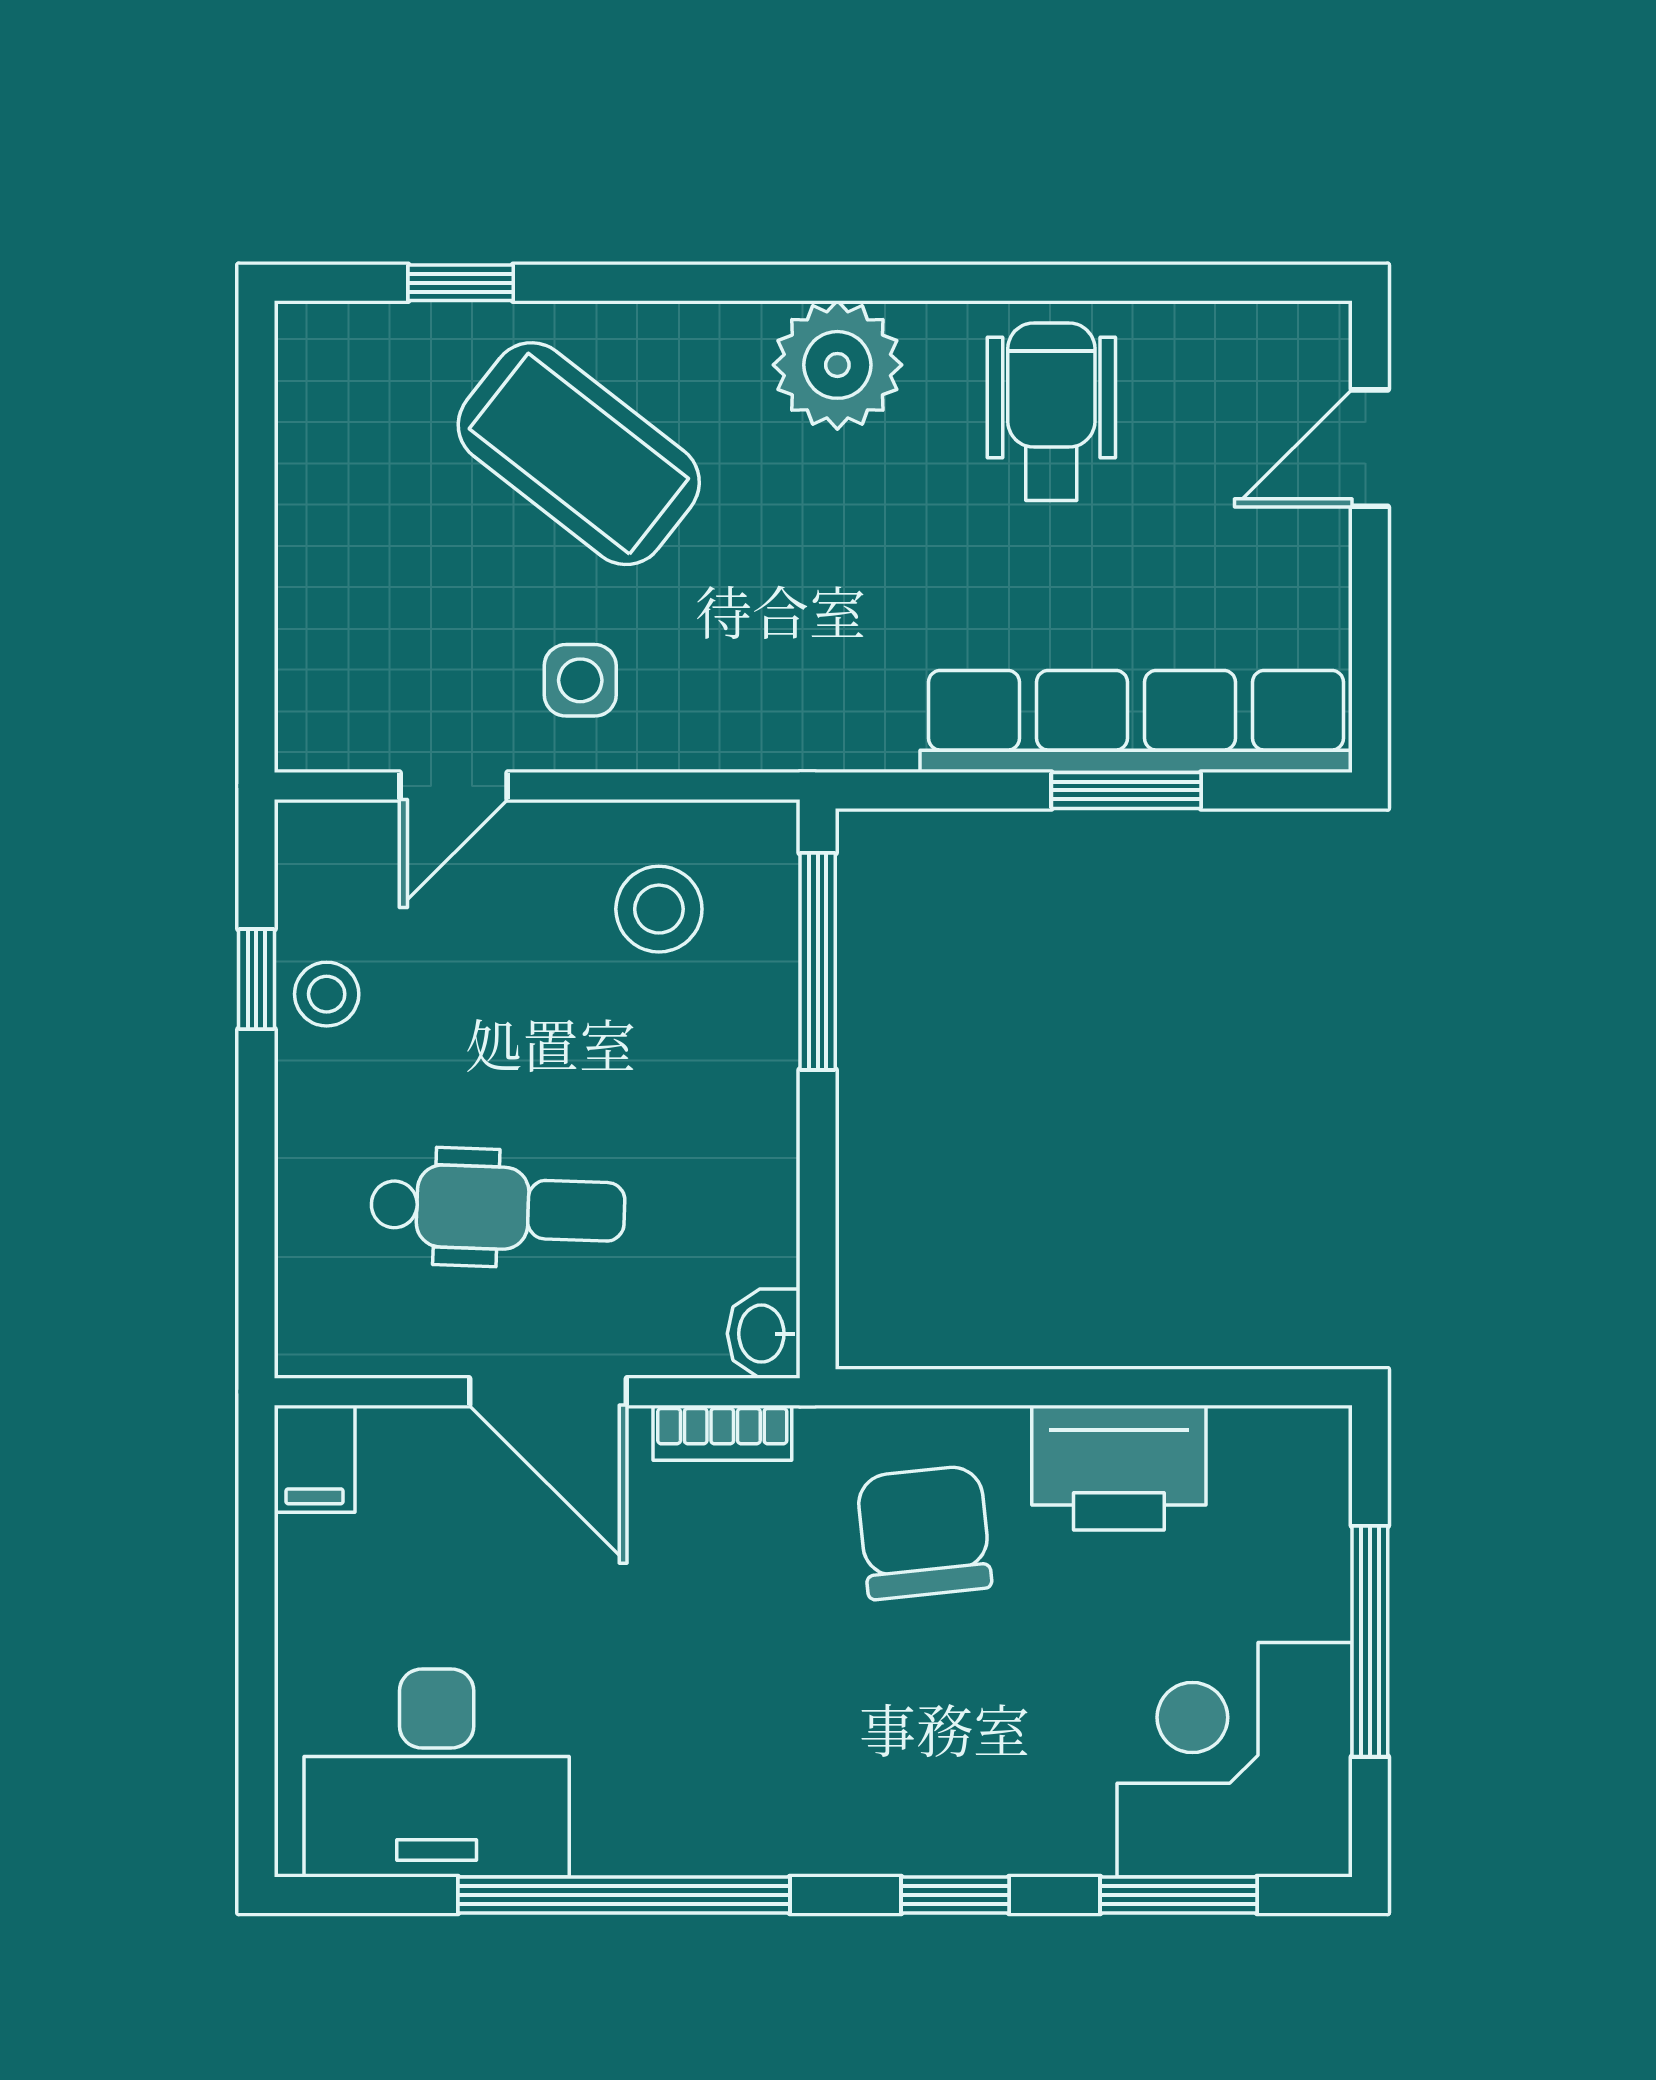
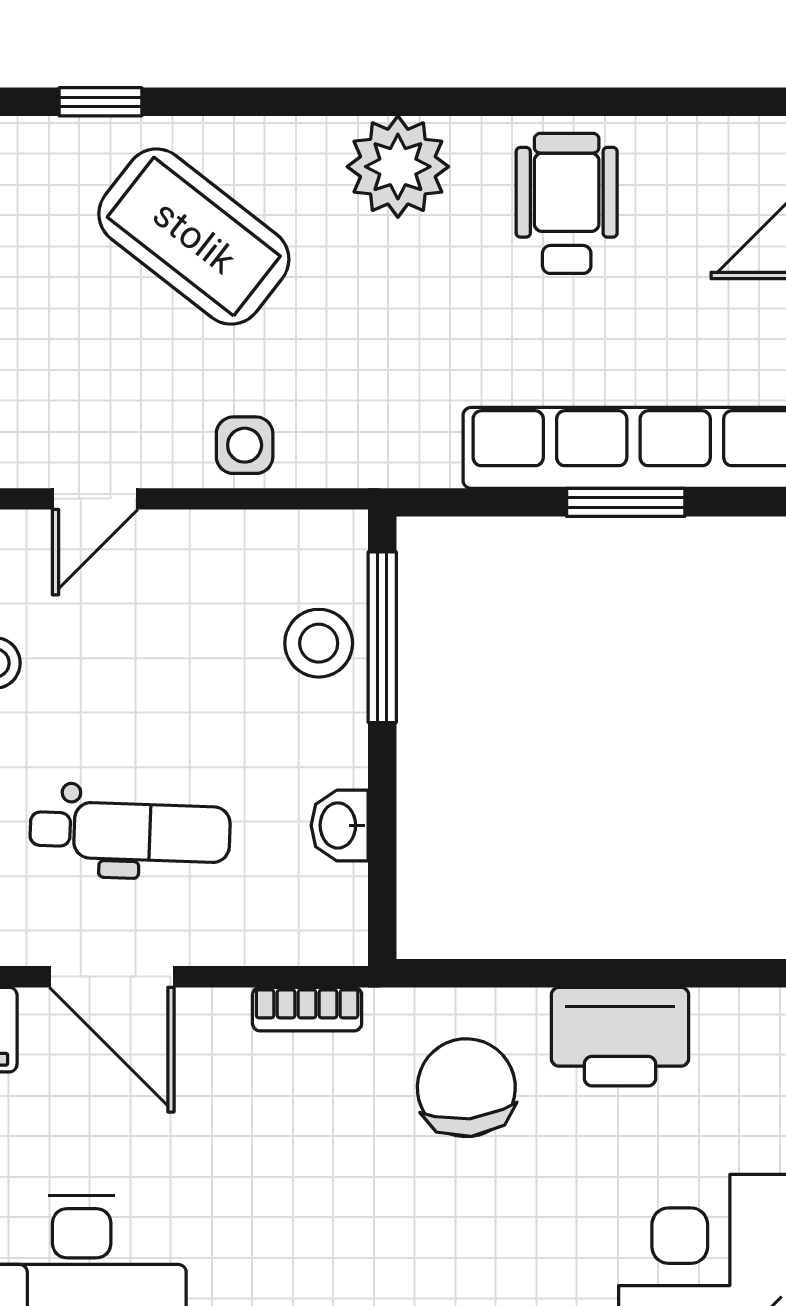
side table: (580, 680) -> (245, 445), moved
stool: (659, 909) -> (319, 643), moved
washbasin: (764, 1334) -> (340, 825), moved
door: (548, 1392) -> (112, 977), moved

